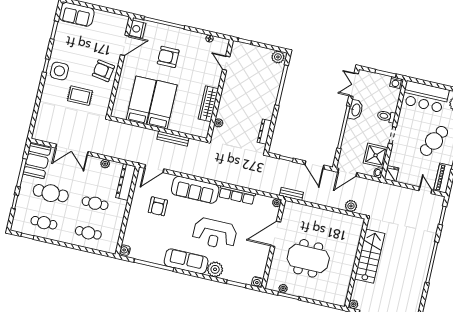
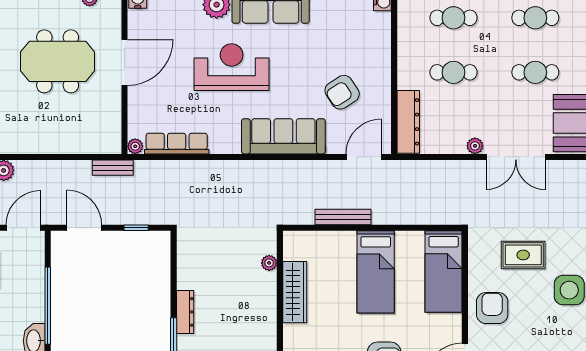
armchair: (103, 71) -> (492, 308), turned -99
bed: (141, 100) -> (444, 272), moved
dresser: (264, 132) -> (185, 312), moved
double door: (72, 150) -> (516, 157), swing flipped
plant: (105, 164) -> (475, 146), moved
cafe table: (51, 193) -> (535, 72), width x0.73, depth x0.74
row of seats: (237, 195) -> (177, 144), moved
armchair: (158, 206) -> (342, 92), turned -123
door: (276, 234) -> (125, 62), moved

